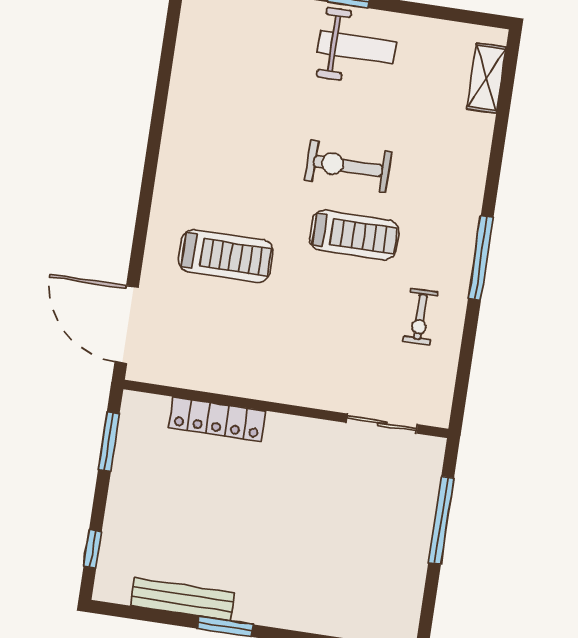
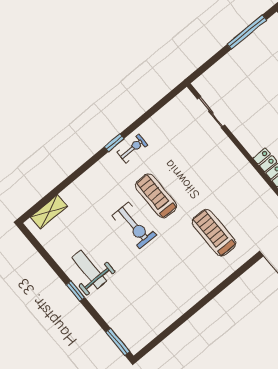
window: (481, 258) -> (114, 143), width x0.46
exercise bike: (420, 317) -> (132, 149), moved
window: (441, 520) -> (247, 32), moved

